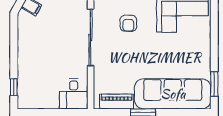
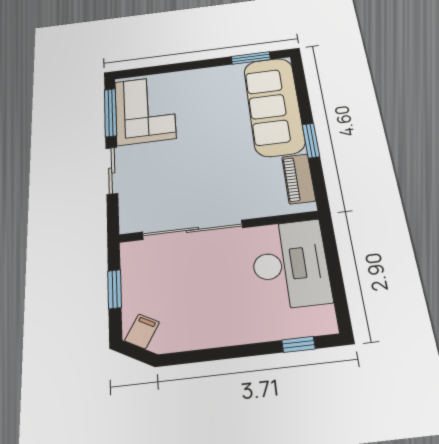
armchair: (128, 23) -> (164, 179), removed
desk: (74, 94) -> (290, 264), width x1.87, depth x1.30

